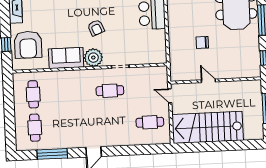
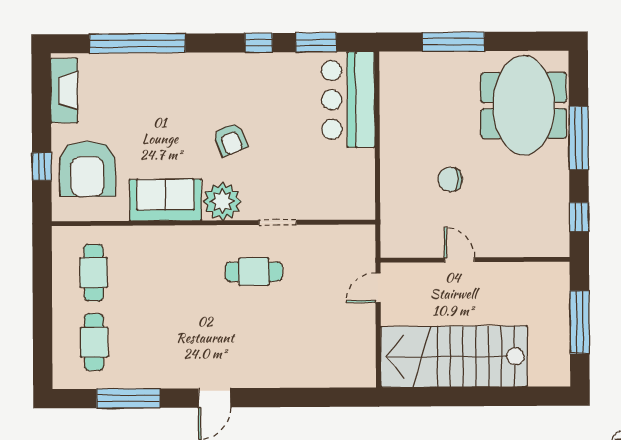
door: (170, 96) -> (378, 288), hinge flipped
cafe table: (150, 122) -> (334, 341), removed

